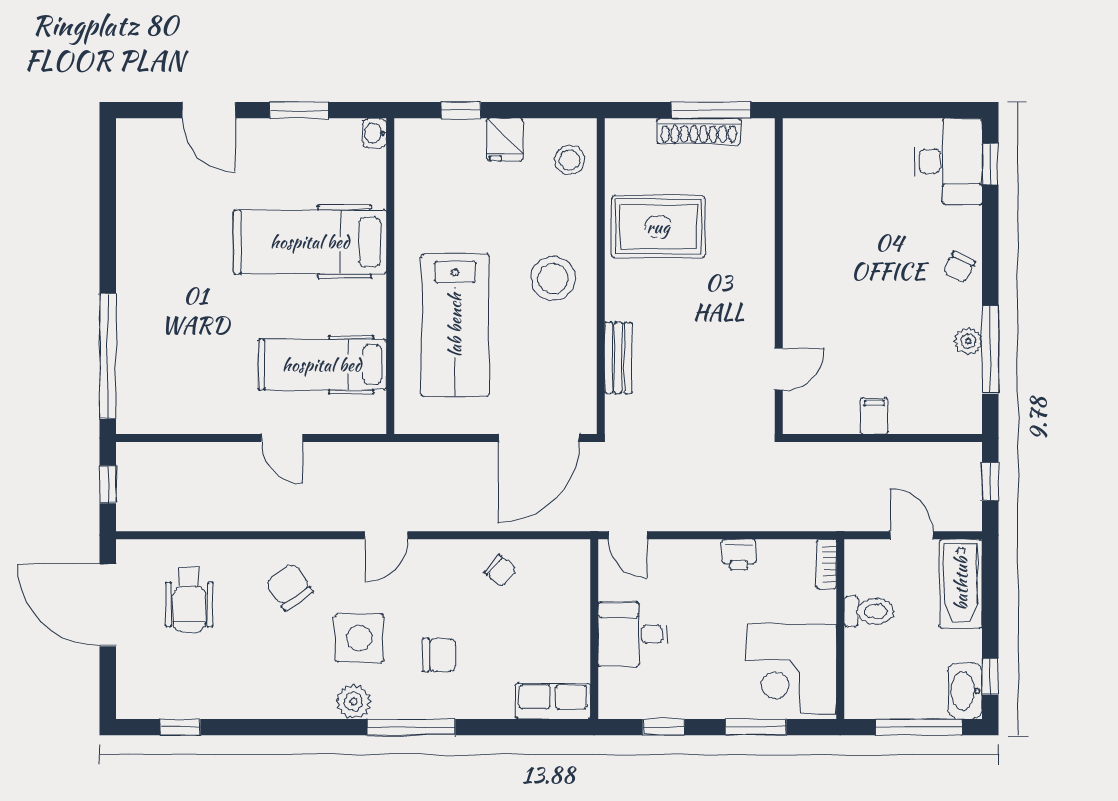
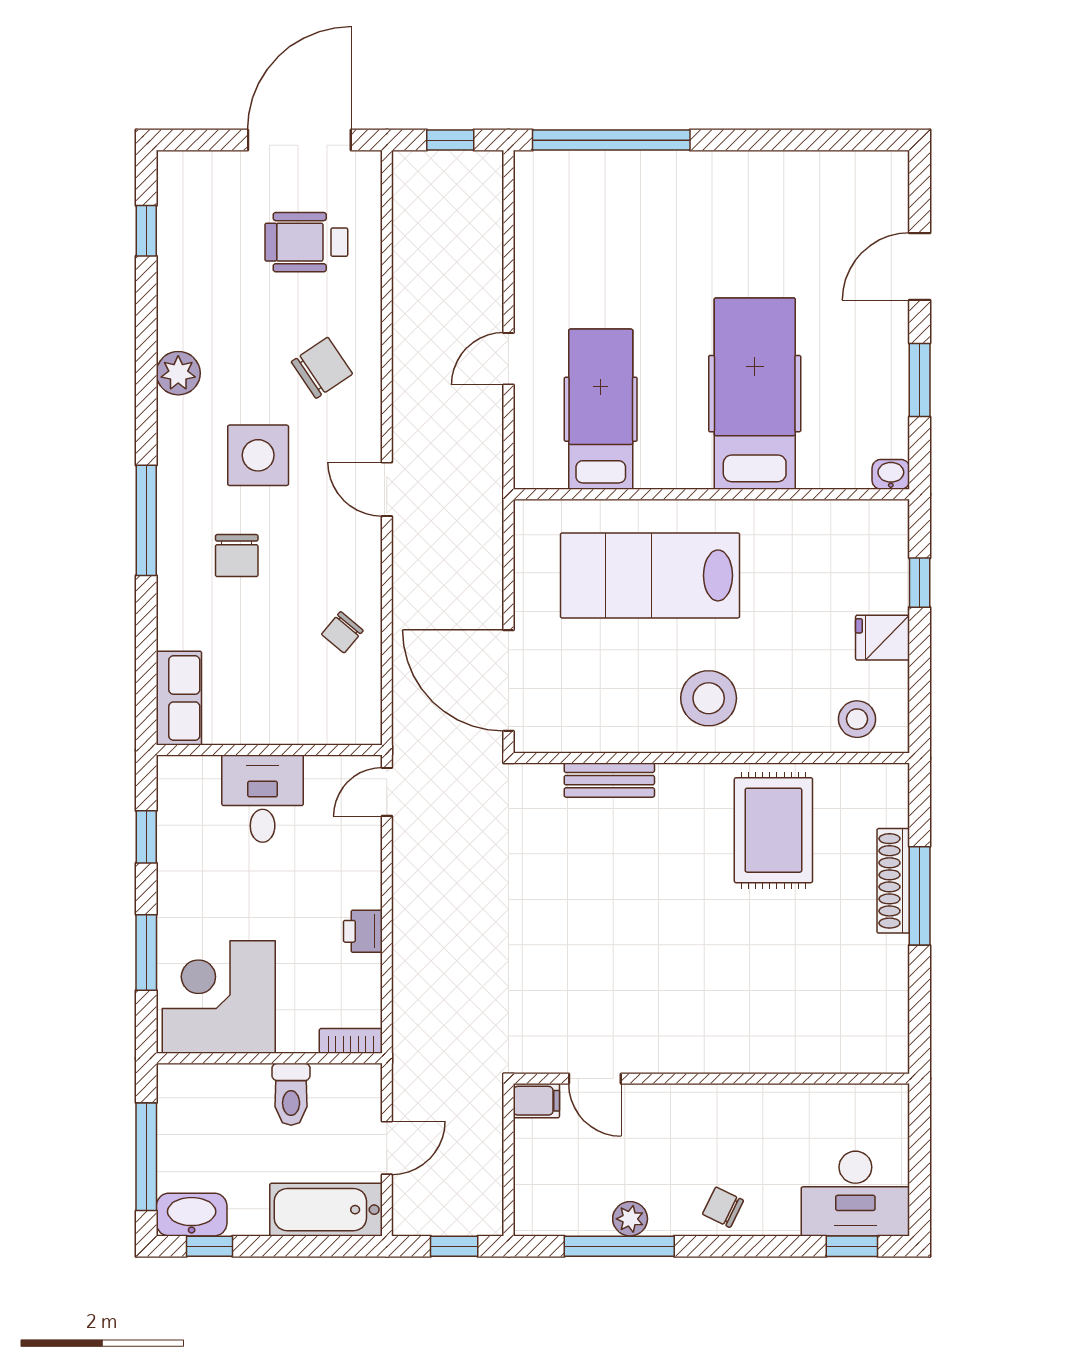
wall: (779, 276) -> (711, 1079), moved
door: (779, 369) -> (595, 1079), moved
plant: (354, 702) -> (178, 373), moved

